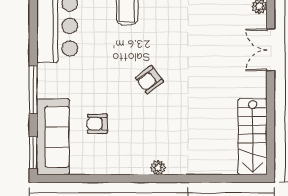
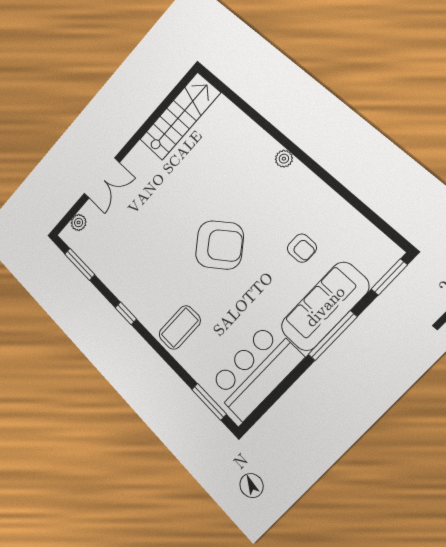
armchair: (149, 80) -> (219, 245), width x1.88, depth x1.88
sofa: (53, 137) -> (325, 306), moved

